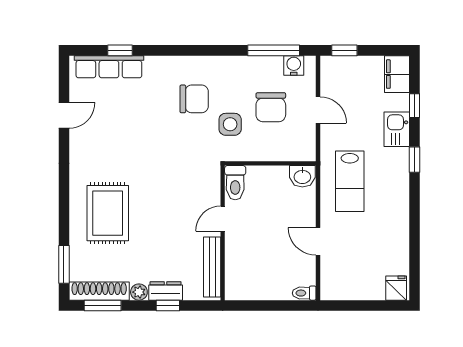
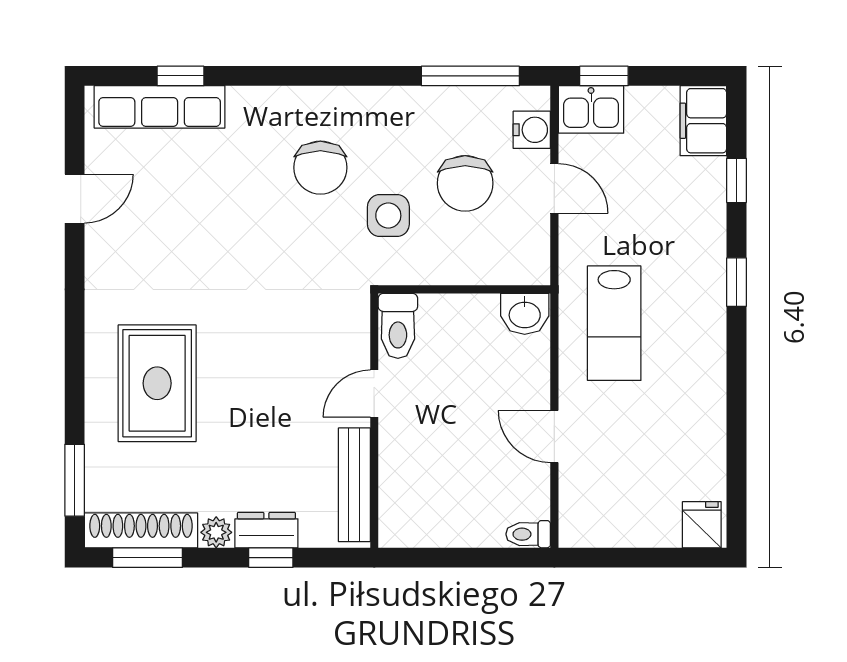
water cooler: (294, 65) -> (532, 130), moved, turned 90
chair: (194, 99) -> (320, 168), turned 90
kitchen sink: (397, 129) -> (591, 109), moved, turned -90

